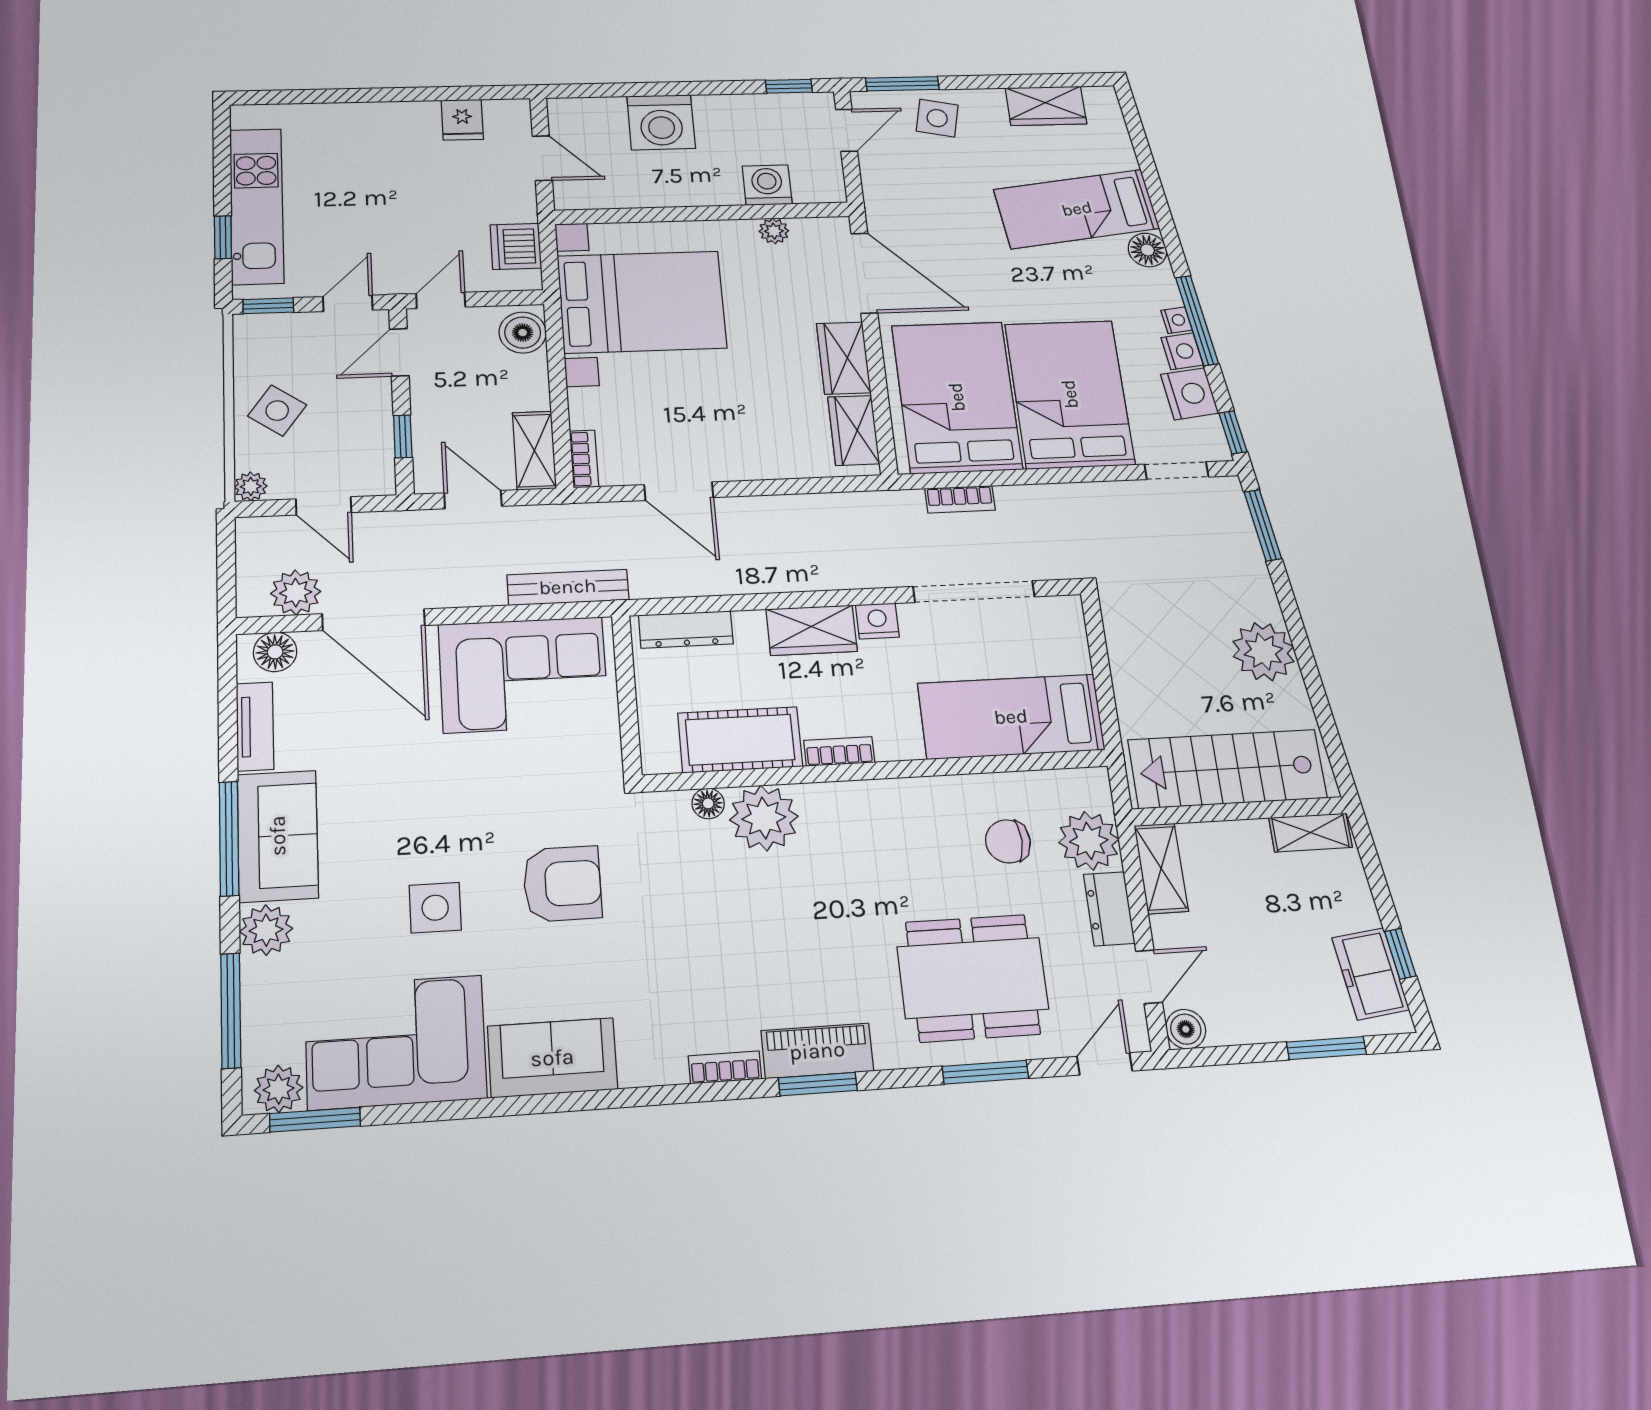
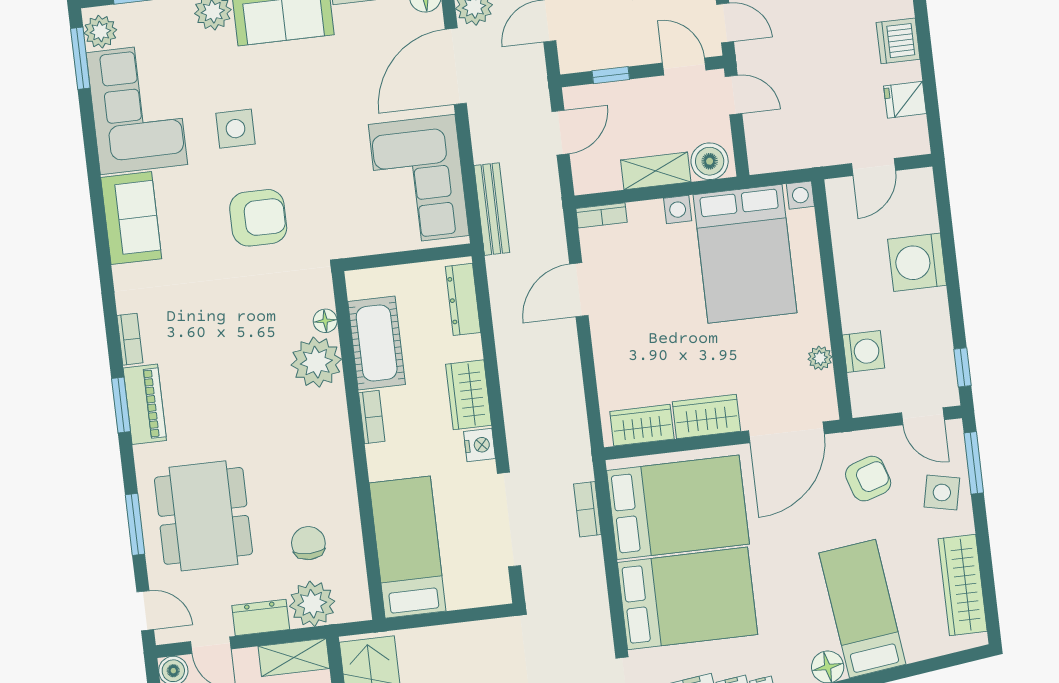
wardrobe: (1046, 106) -> (963, 585), width x1.50
armchair: (921, 192) -> (868, 479), added
dishwasher: (516, 246) -> (898, 41), moved, turned -90
shelving: (534, 451) -> (656, 171), moved
armchair: (562, 884) -> (258, 218), turned -90

